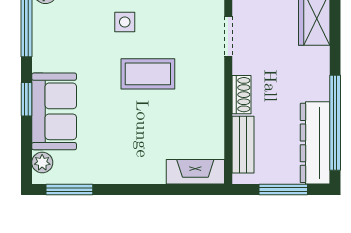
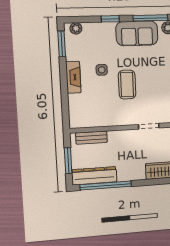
side table: (125, 22) -> (102, 70), moved
shoe rack: (242, 95) -> (118, 135), removed
sofa: (54, 111) -> (137, 33), moved
fireplace: (195, 172) -> (73, 77), moved

